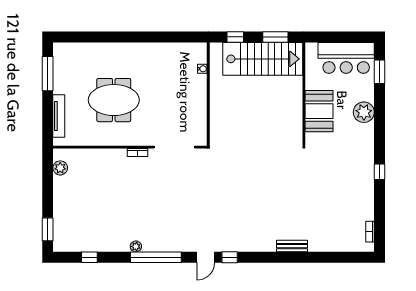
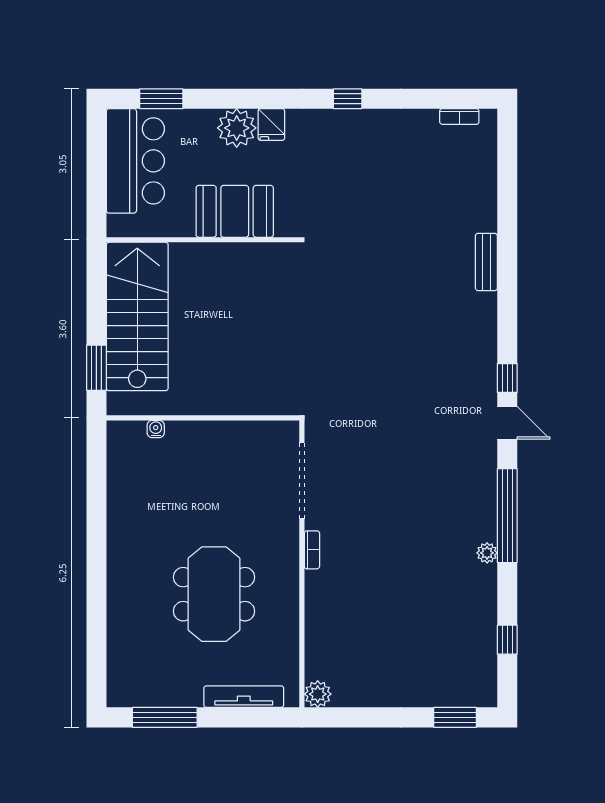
window: (235, 37) -> (96, 368), width x1.50
window: (275, 37) -> (96, 293), removed
fridge: (366, 131) -> (271, 125), added
plant: (60, 168) -> (318, 694), moved

